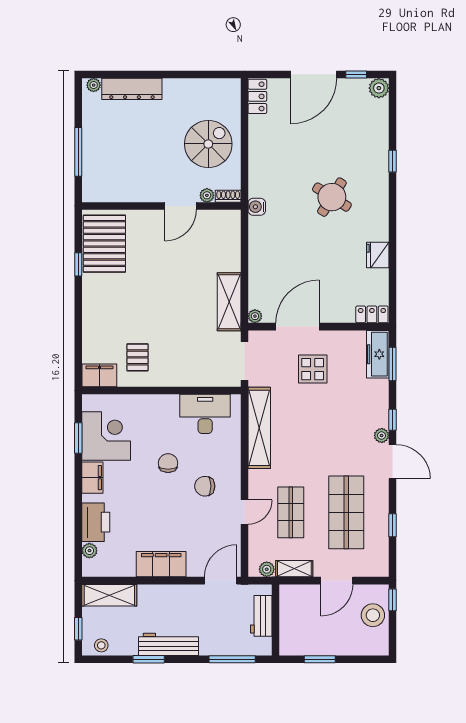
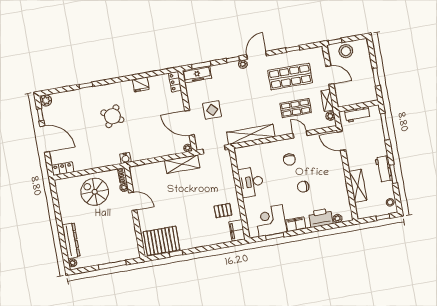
desk: (205, 414) -> (251, 182), moved
chair: (168, 463) -> (303, 187), moved
filing cabinet: (161, 564) -> (338, 176), removed
shelving: (109, 595) -> (358, 186), moved
workbench: (169, 644) -> (384, 169), width x0.73

